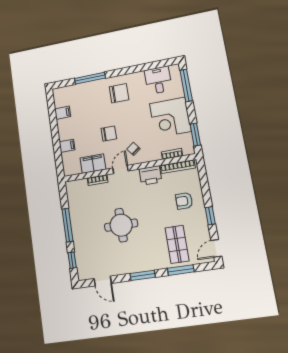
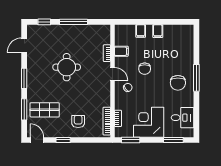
window: (90, 78) -> (196, 78), moved
window: (186, 85) -> (173, 140), width x0.69
filing cabinet: (63, 113) -> (158, 31), moved
filing cabinet: (93, 164) -> (121, 51), width x0.50
printer: (150, 175) -> (103, 98), removed

